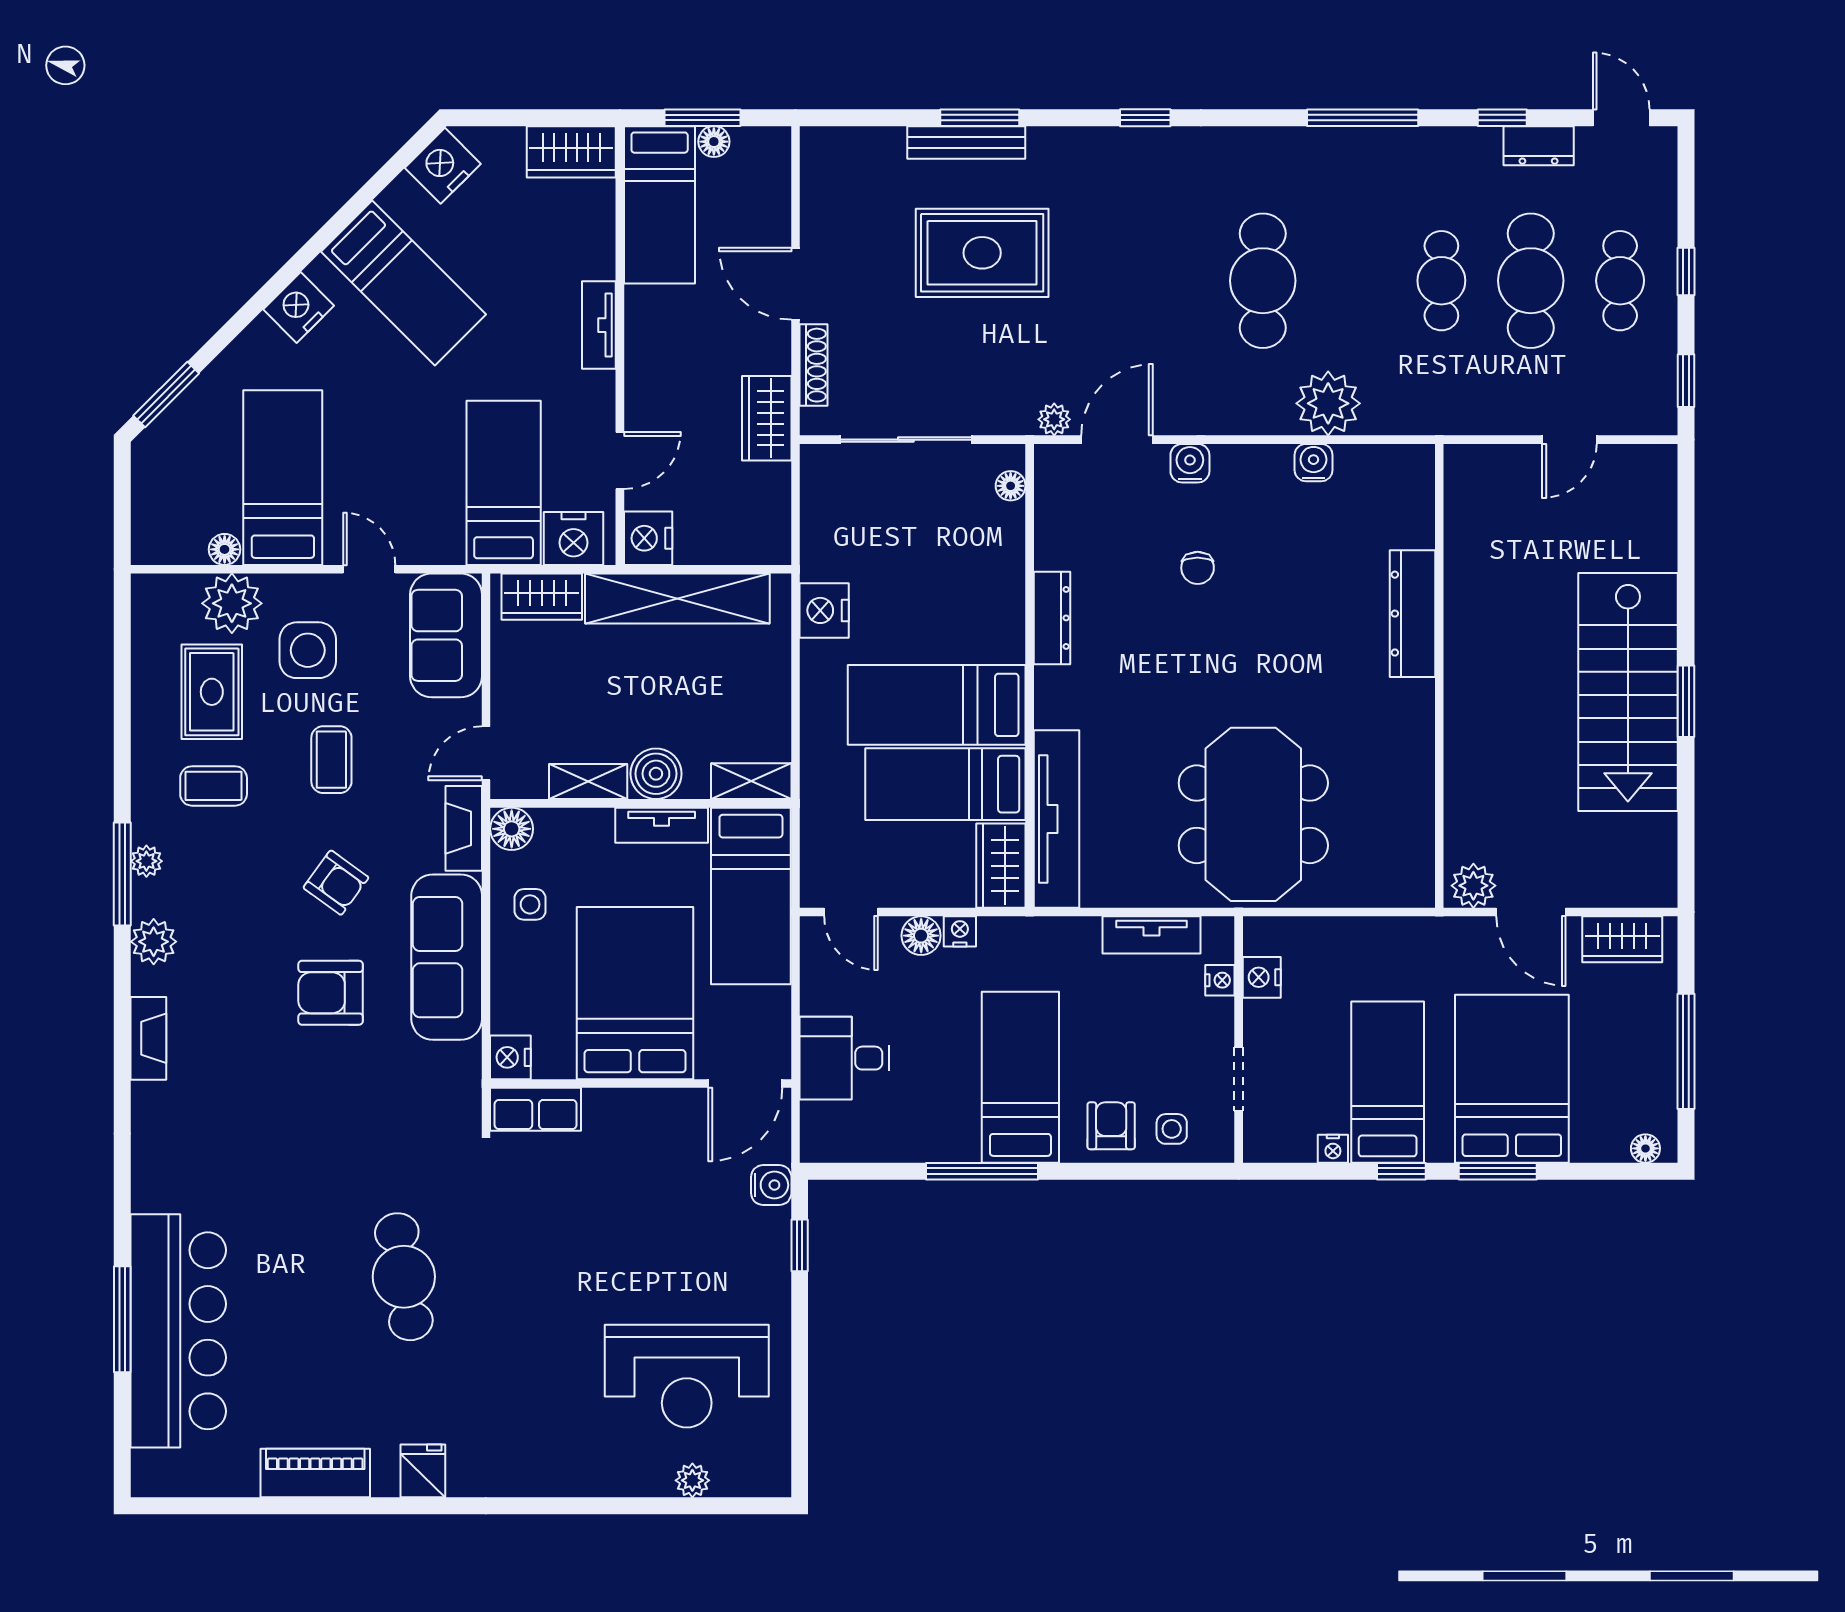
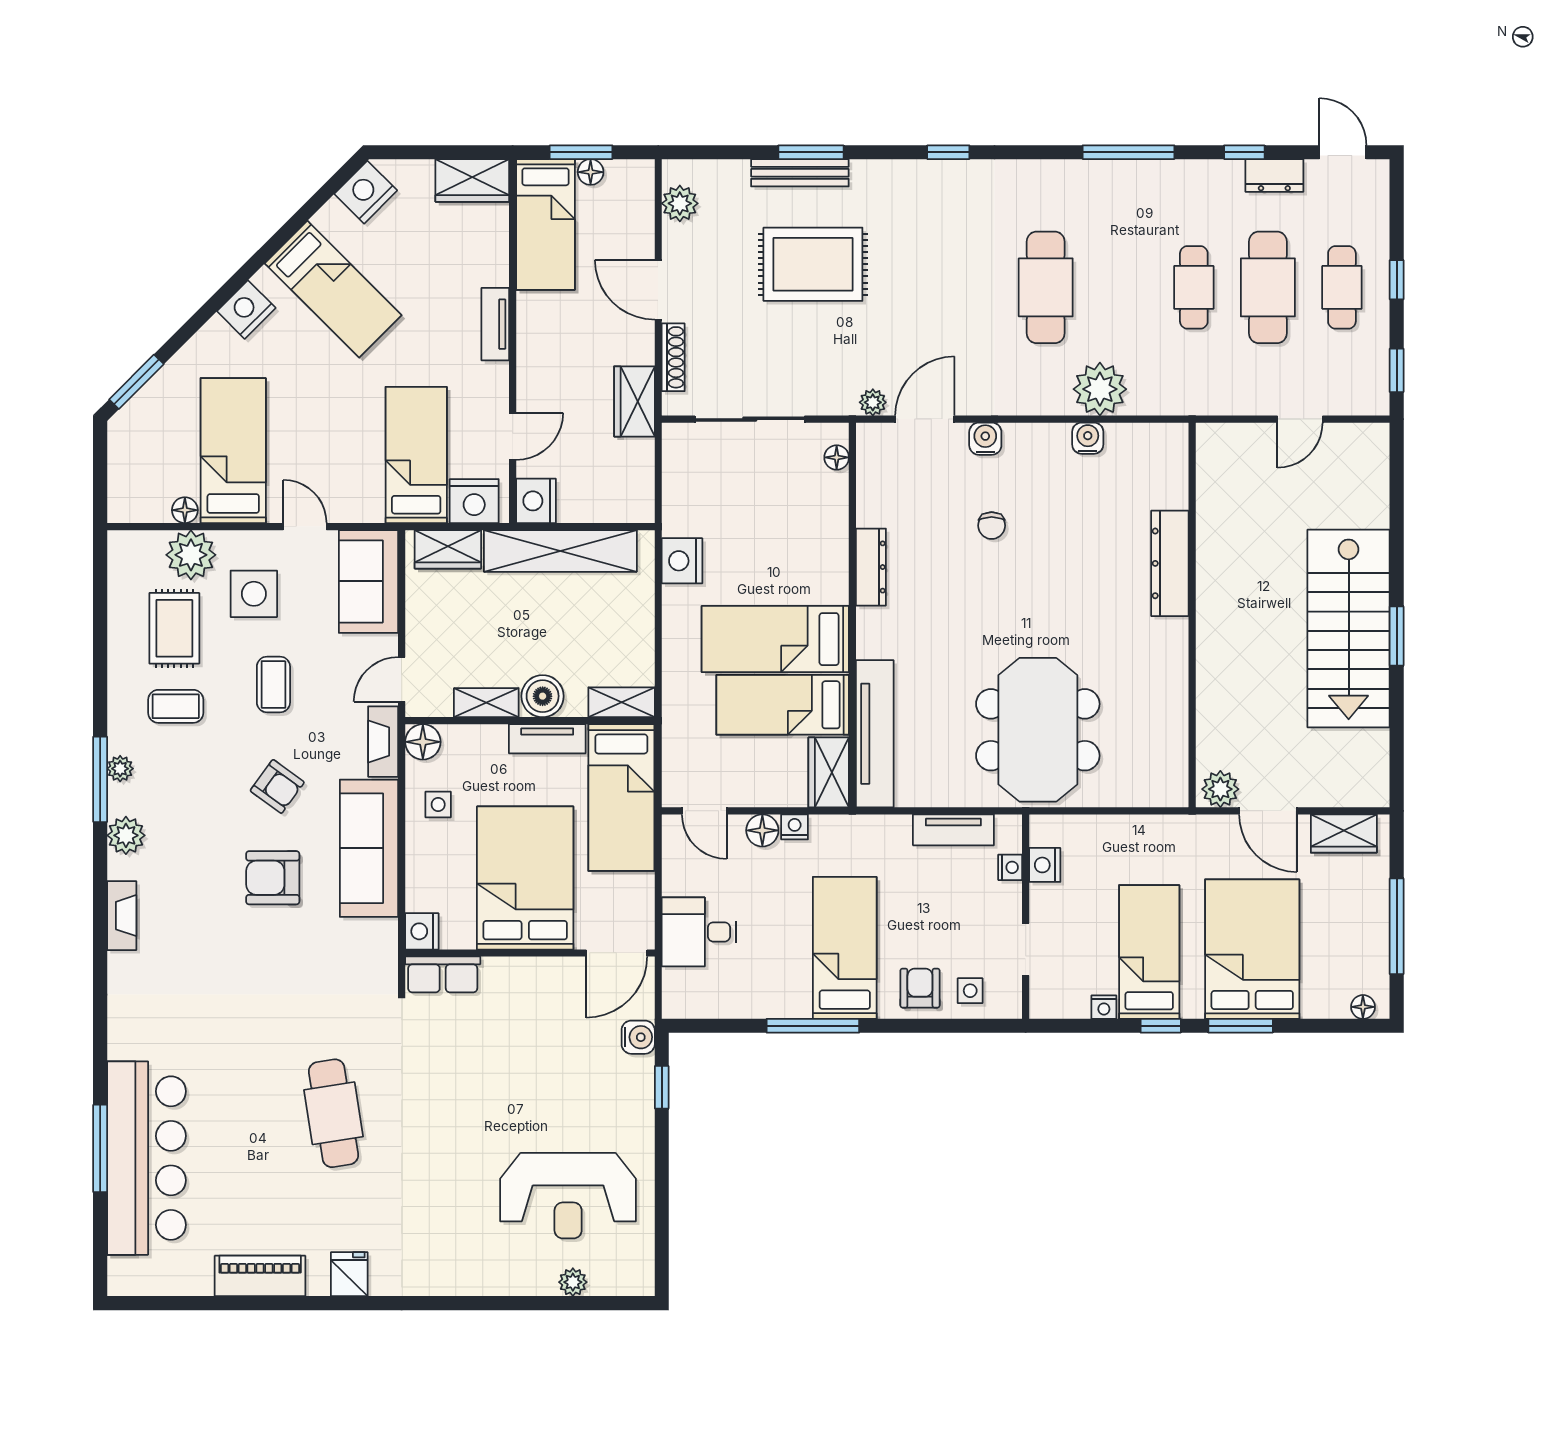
plant: (821, 179) -> (680, 203), added

